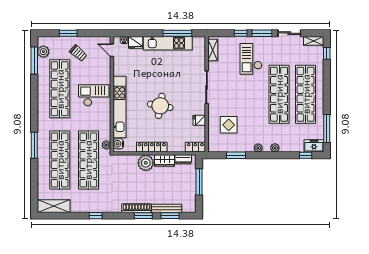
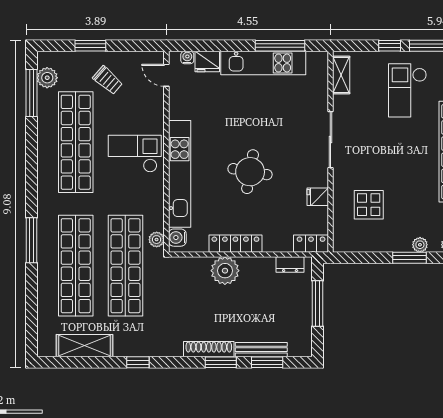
window: (236, 155) -> (409, 258), moved
wardrobe: (165, 160) -> (258, 267), removed
shelving: (54, 206) -> (85, 346), moved

